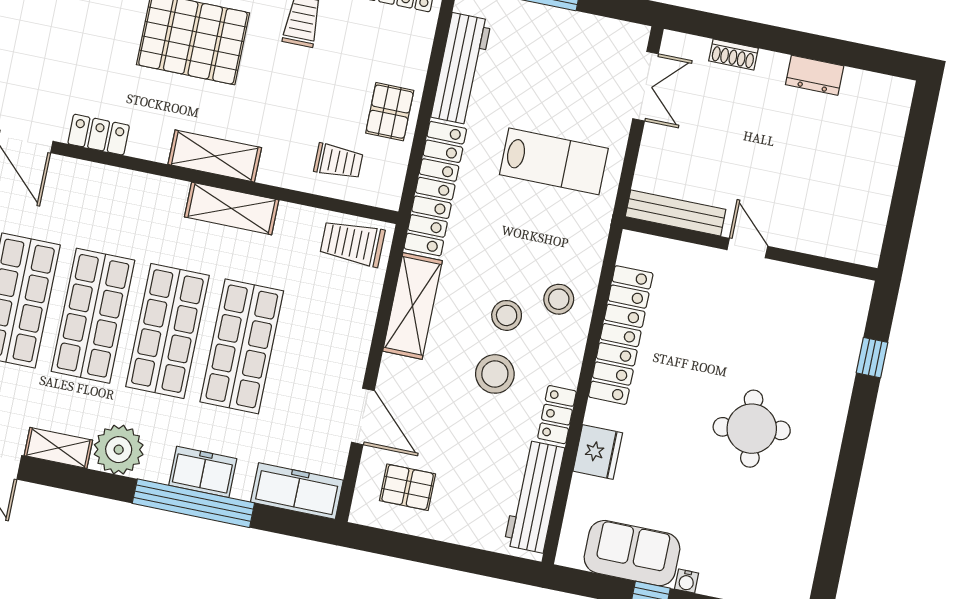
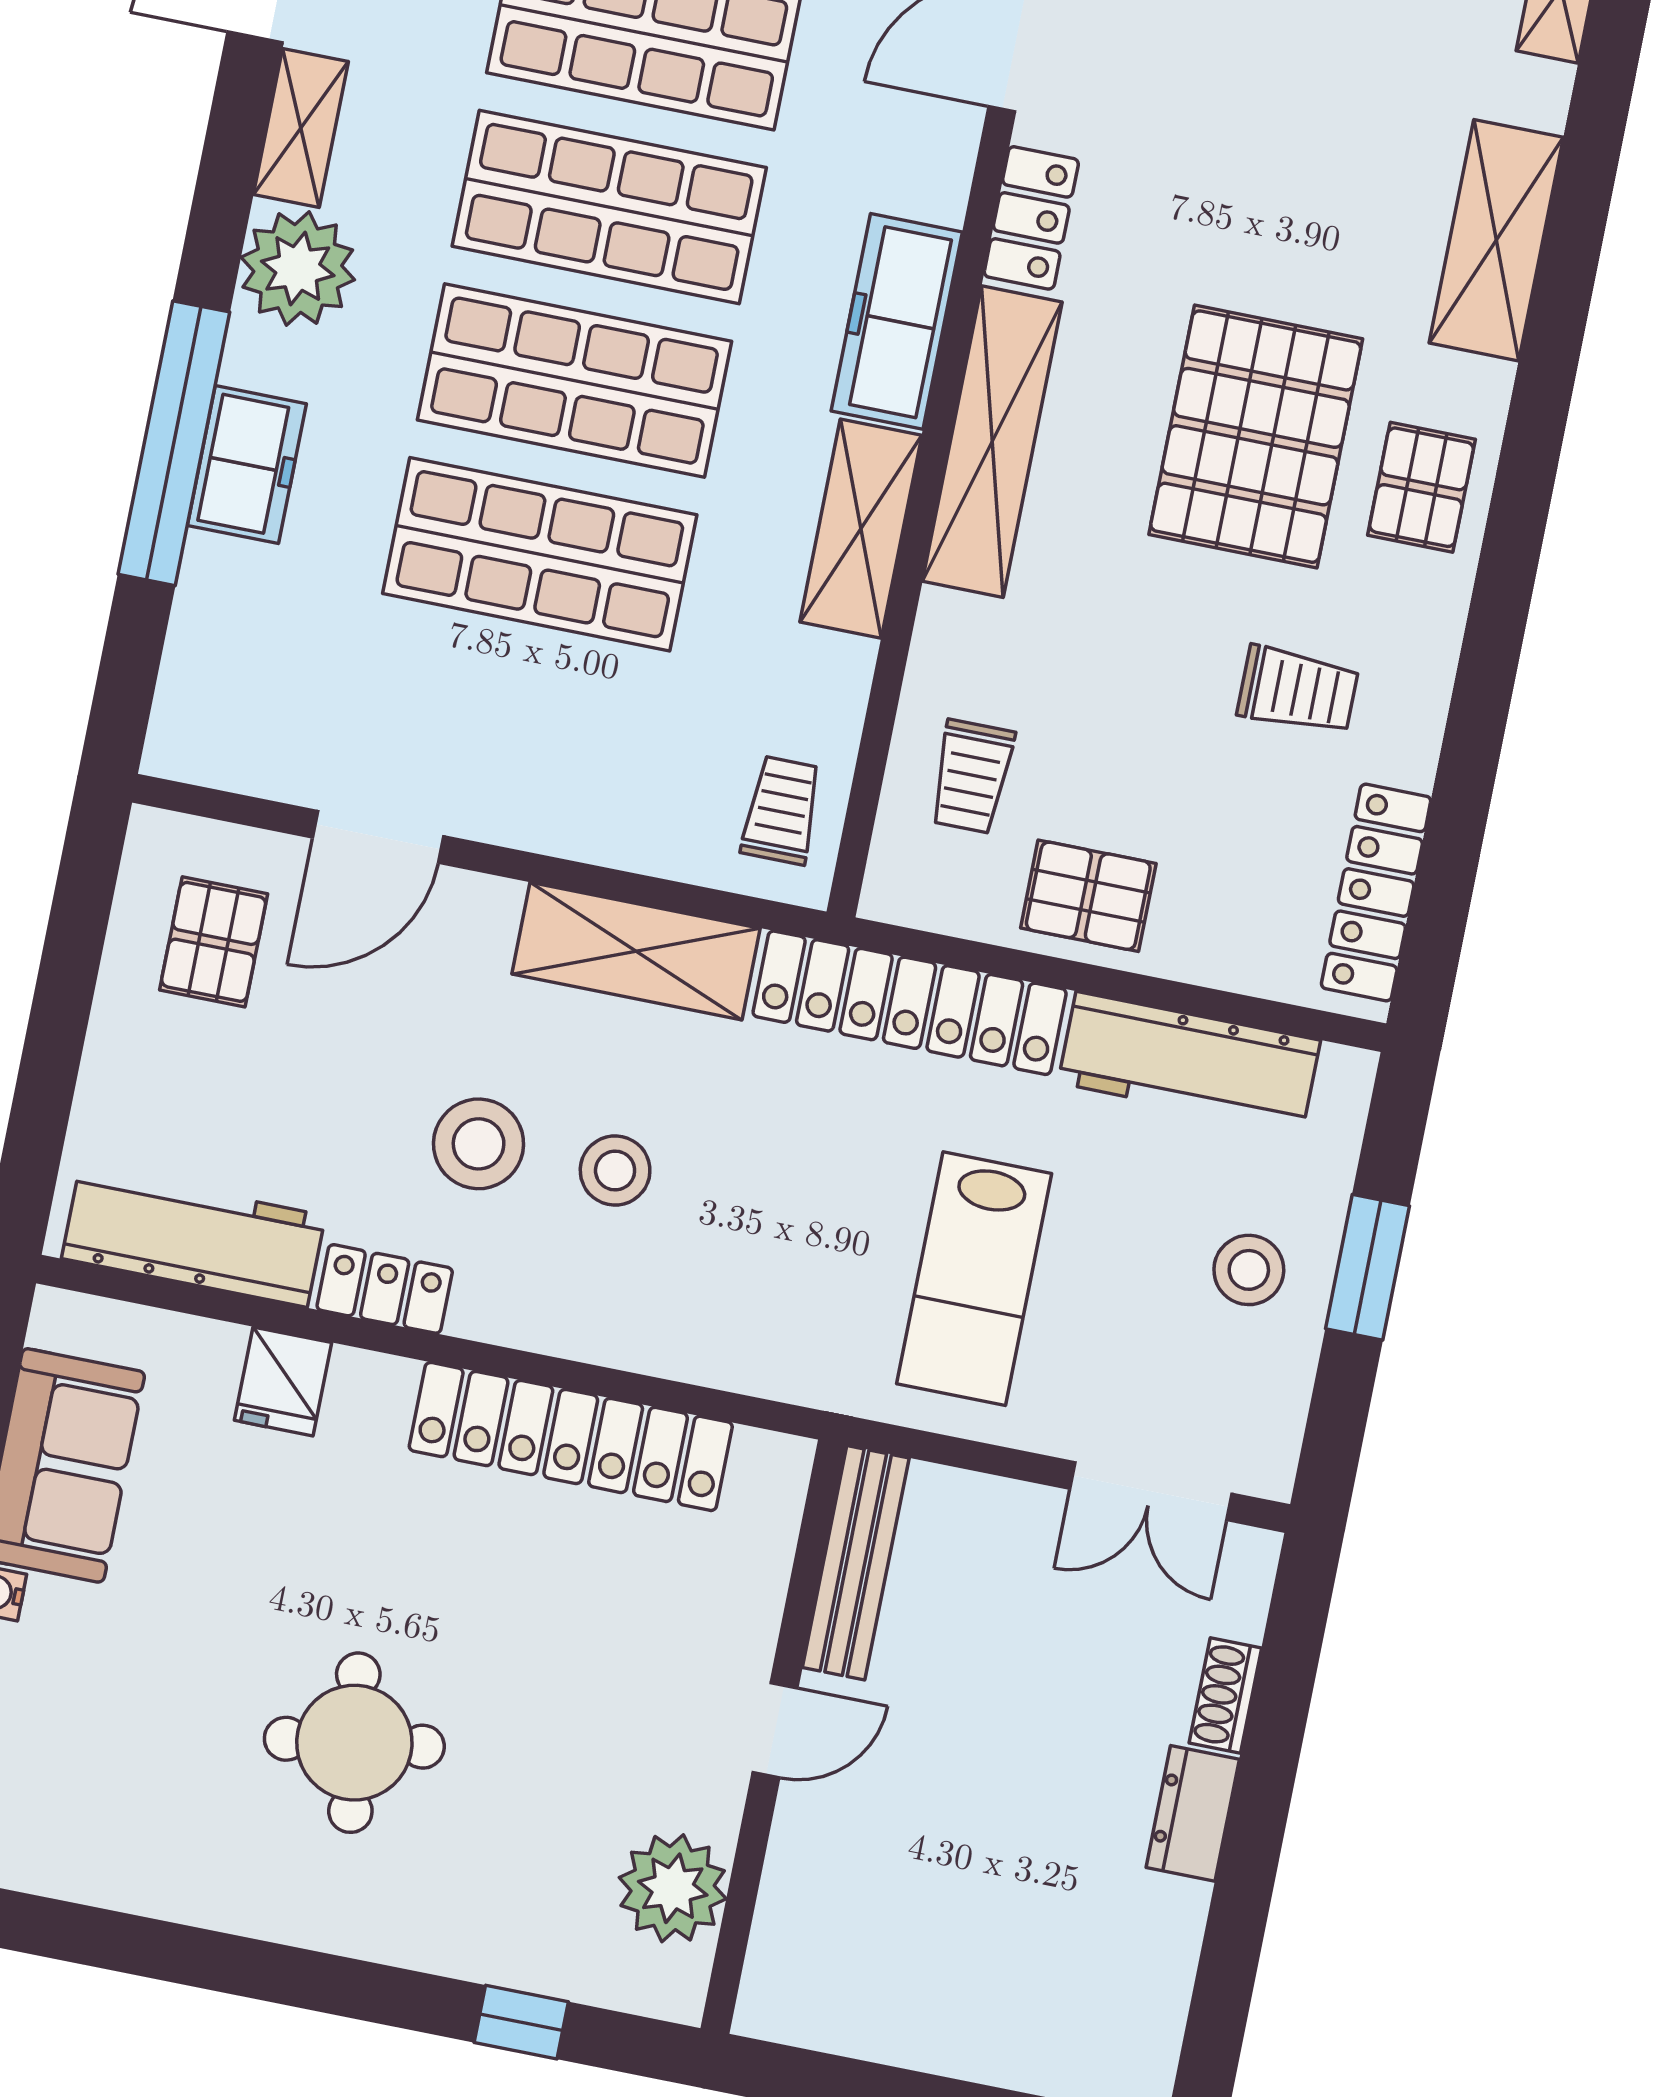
dresser: (815, 75) -> (1193, 1813), moved
shelving: (215, 156) -> (992, 442), width x1.47
trolley: (352, 243) -> (782, 810), width x0.73, depth x0.72
plant: (815, 292) -> (673, 1888), added
stool: (559, 299) -> (1249, 1270), moved
fridge: (598, 452) -> (283, 1381), width x0.72
freezer: (297, 491) -> (897, 321), moved, turned 180

